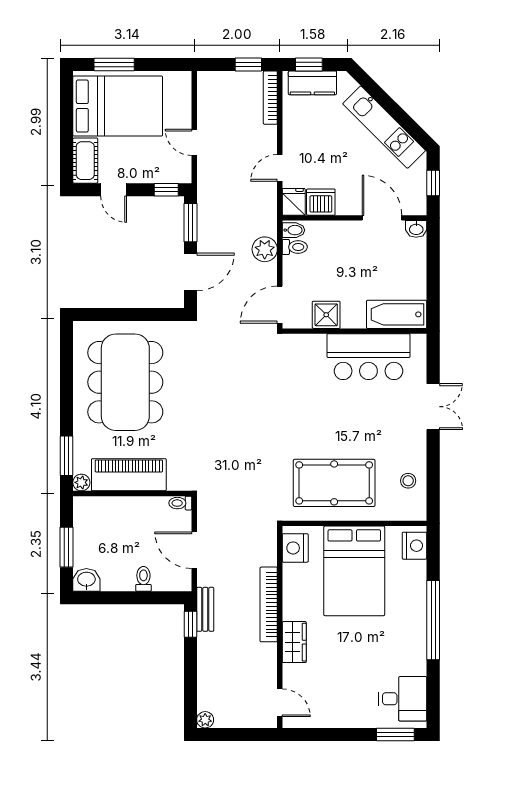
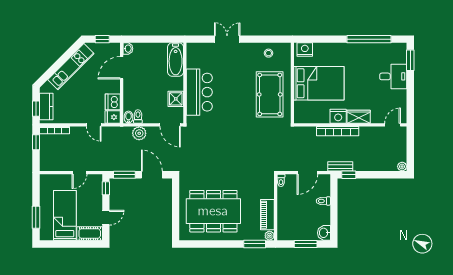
bed: (118, 106) -> (65, 215), width x0.67
bar counter: (368, 357) -> (199, 92), moved
piano: (129, 475) -> (267, 215), width x0.73, depth x0.75
nightstand: (295, 548) -> (338, 116), moved
window: (433, 620) -> (369, 39), moved
desk: (403, 699) -> (393, 76), moved, turned 90

